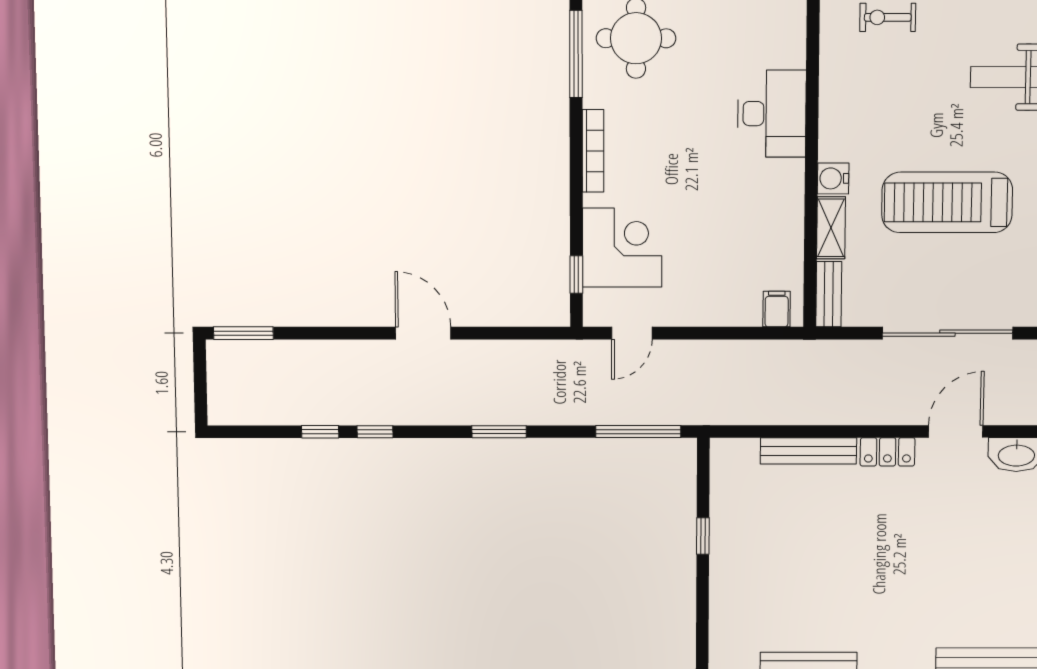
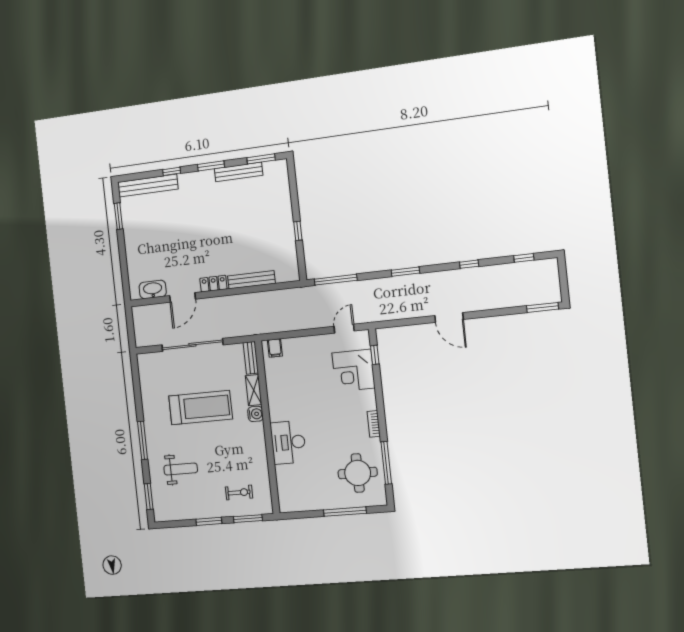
bookcase: (593, 151) -> (374, 424), width x0.64
window: (320, 432) -> (524, 258), moved

